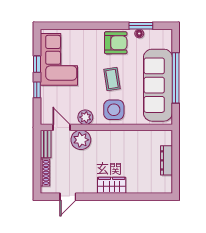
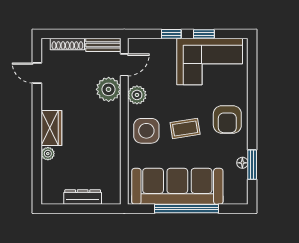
armchair: (116, 43) -> (227, 119), moved
plant: (132, 188) -> (48, 154), added

